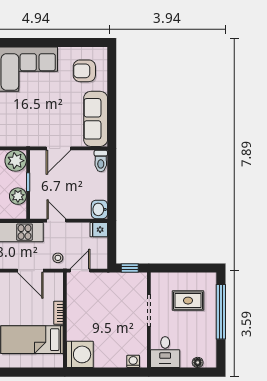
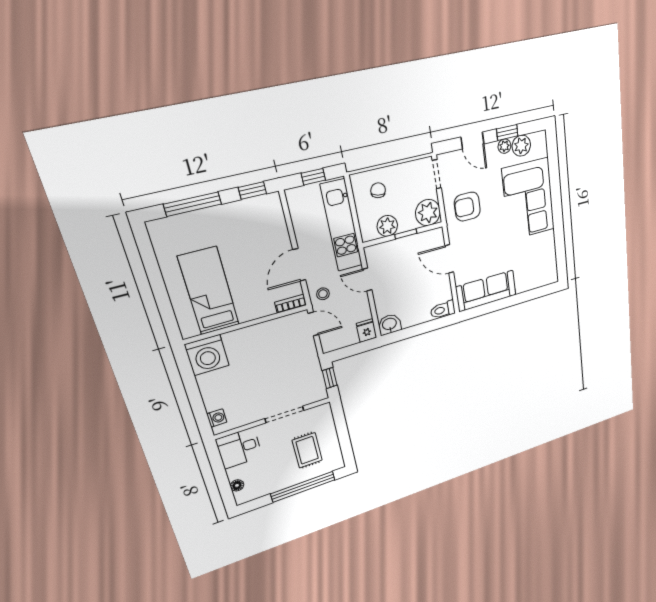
armchair: (84, 71) -> (467, 207), moved, turned -90
door: (56, 221) -> (367, 280), swing flipped
bookcase: (58, 313) -> (291, 304), moved

